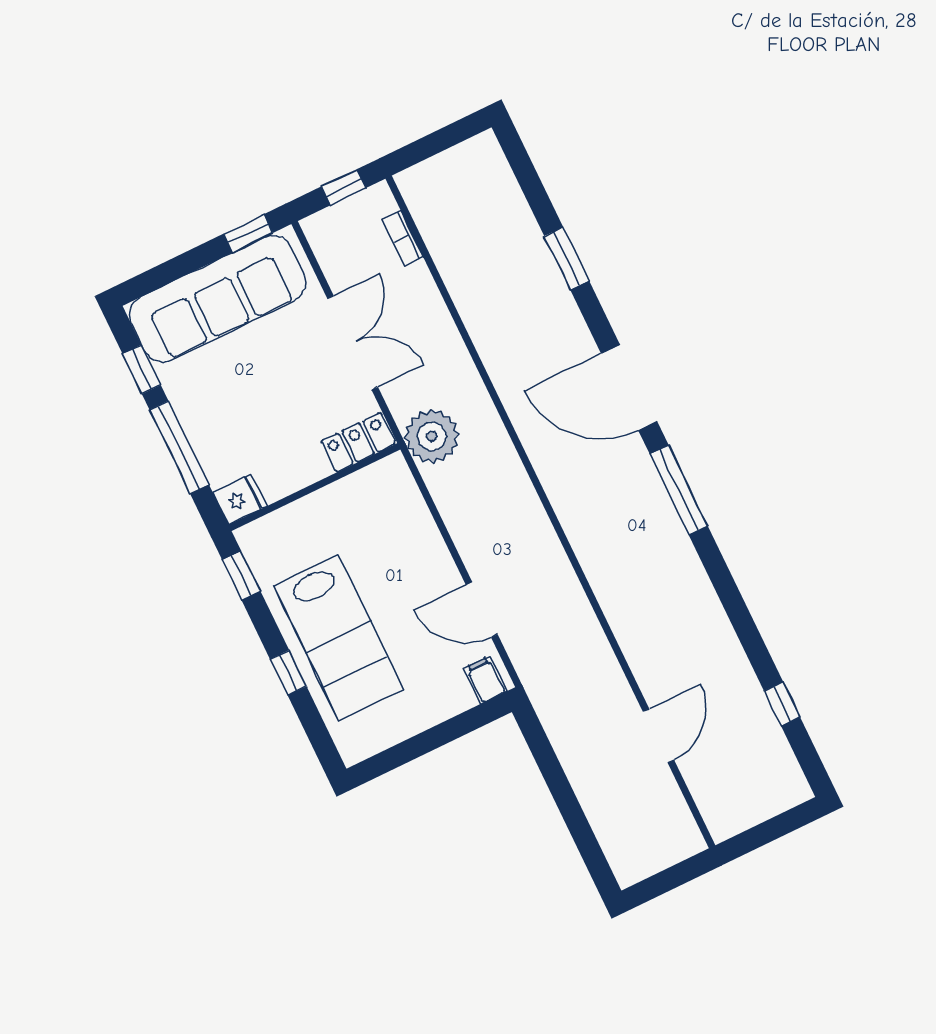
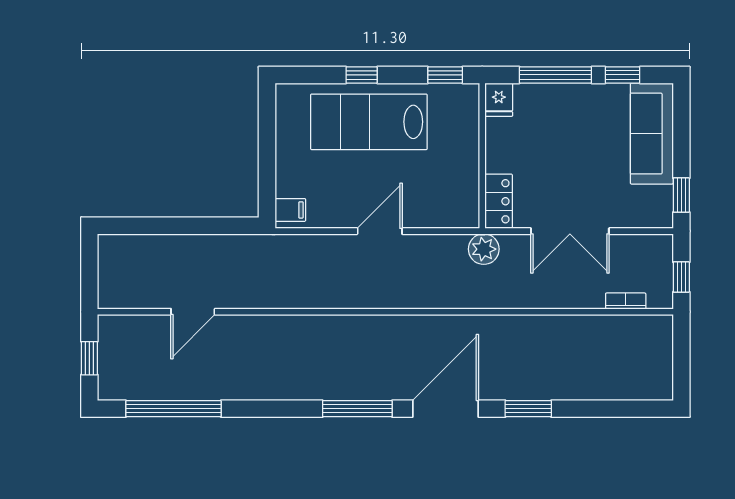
window: (567, 259) -> (528, 409), moved
sofa: (218, 299) -> (652, 134), width x0.74, depth x0.79
plant: (432, 436) -> (484, 249), width x0.73, depth x0.73
door: (482, 610) -> (380, 231), moved
window: (782, 704) -> (173, 409), width x3.17
door: (659, 736) -> (193, 312), hinge flipped
window: (771, 830) -> (89, 358), added

